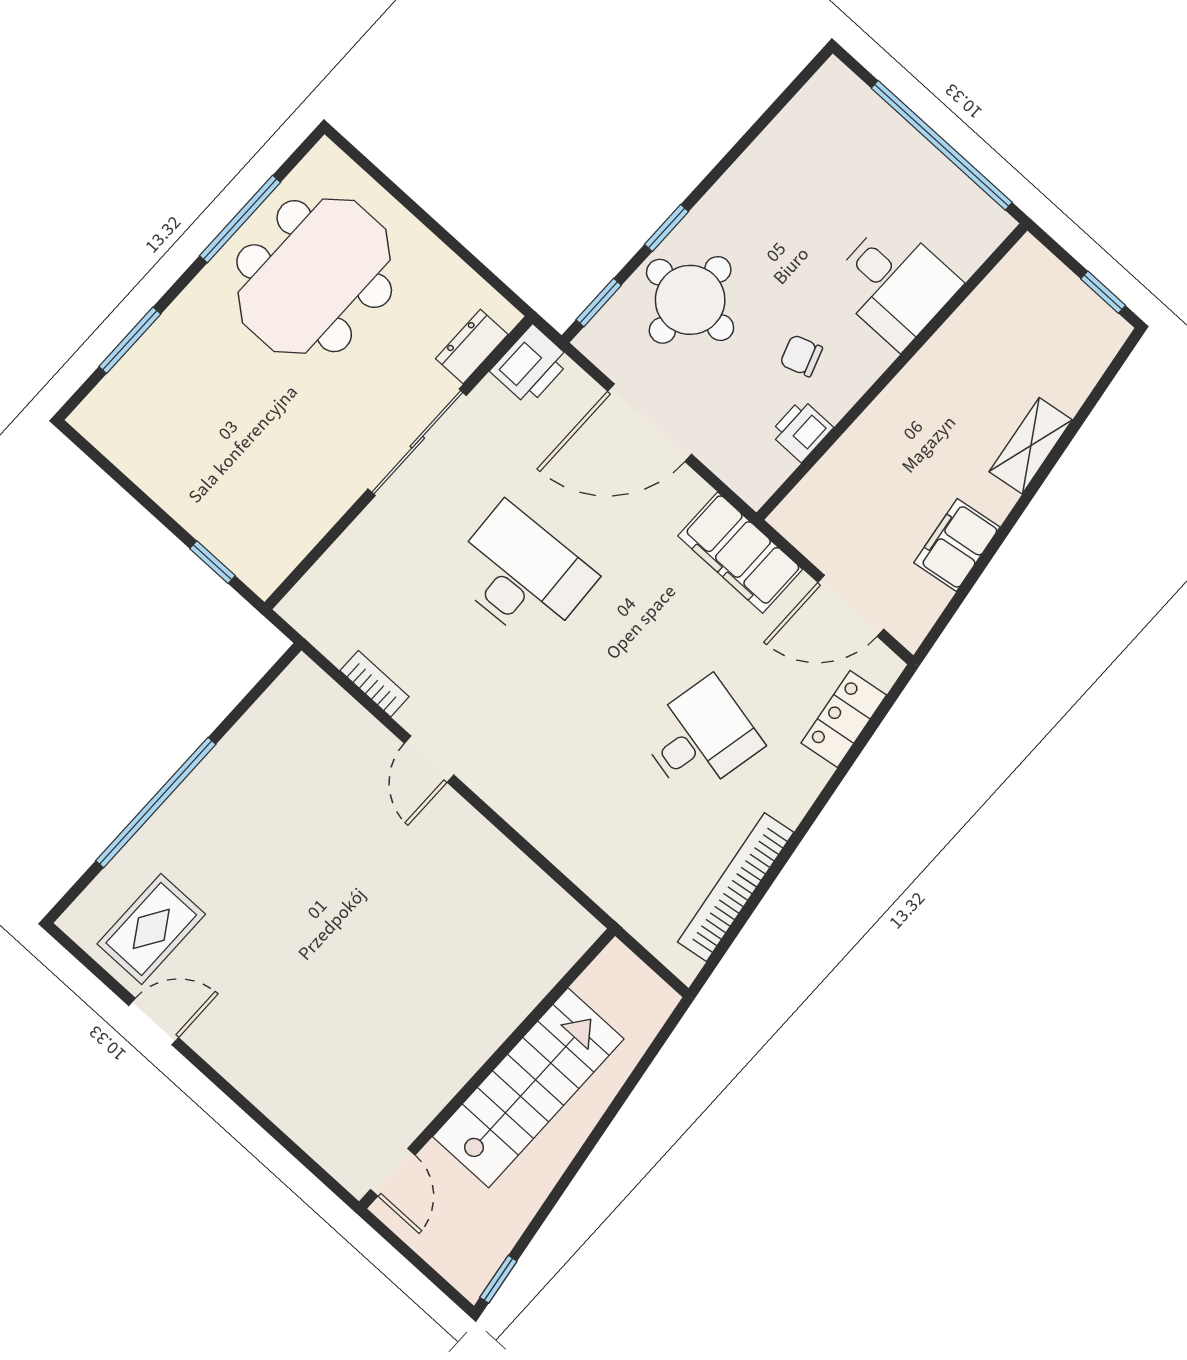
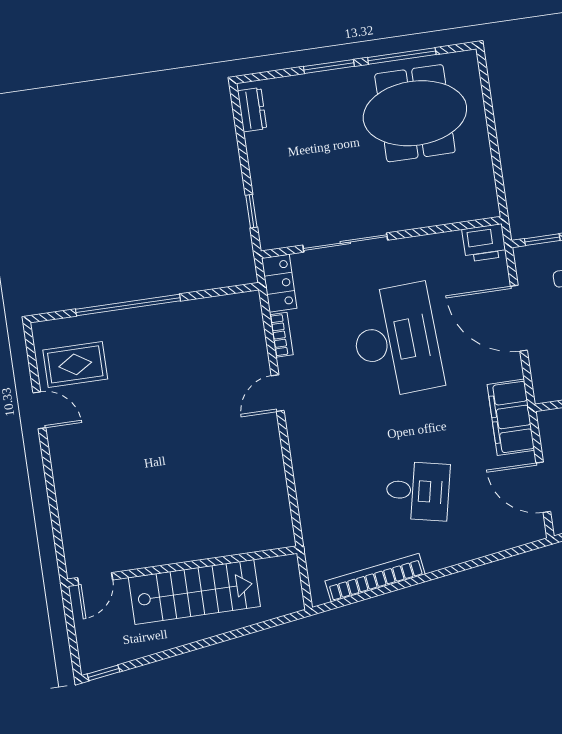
window: (130, 340) -> (329, 66), moved
dresser: (472, 346) -> (252, 110), moved, turned 90
sliding door: (417, 442) -> (345, 243), moved
desk: (522, 575) -> (396, 341), width x1.36, depth x1.30
locker: (844, 719) -> (279, 283), moved, turned 98

